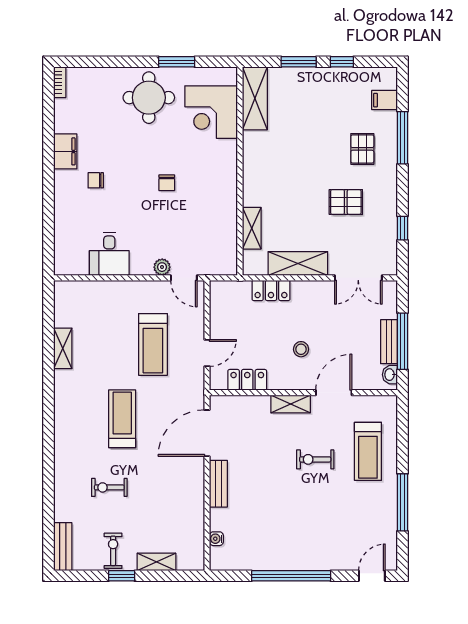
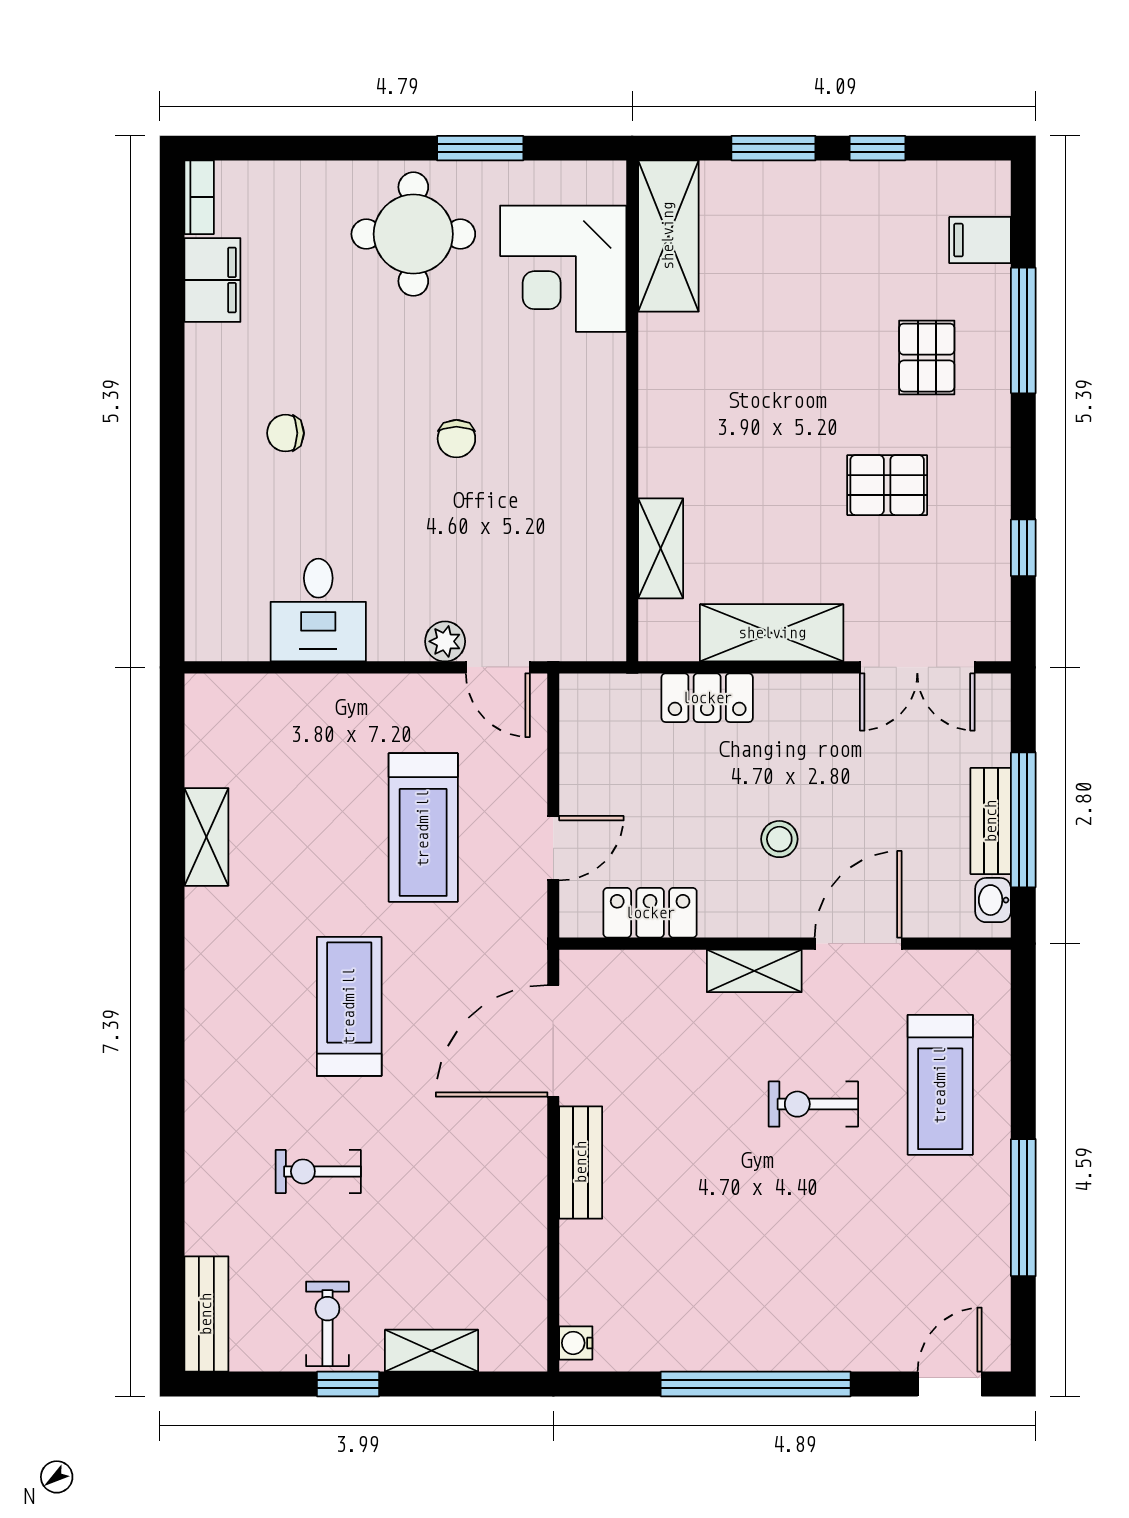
filing cabinet: (65, 151) -> (212, 280), moved
water cooler: (216, 539) -> (576, 1343), moved

